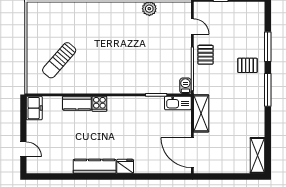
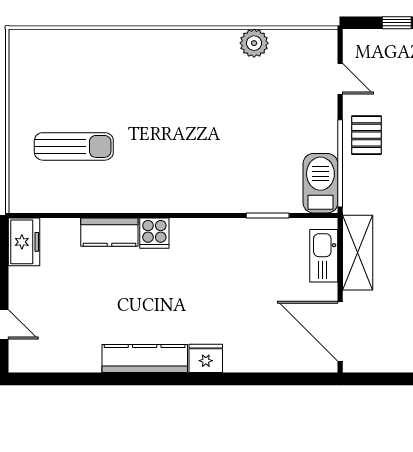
sun lounger: (59, 60) -> (74, 146), turned -131
barbecue: (185, 86) -> (320, 183), width x1.88, depth x1.53
kitchen sink: (178, 103) -> (324, 256), moved, turned 90

